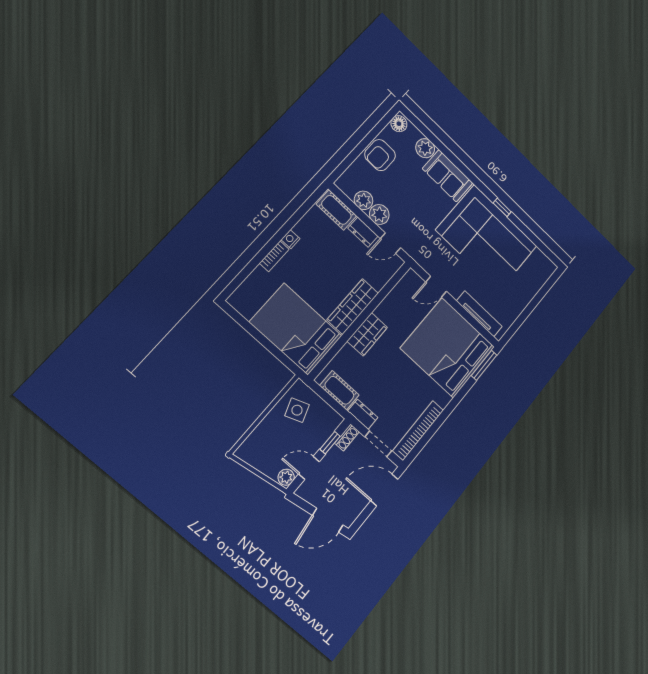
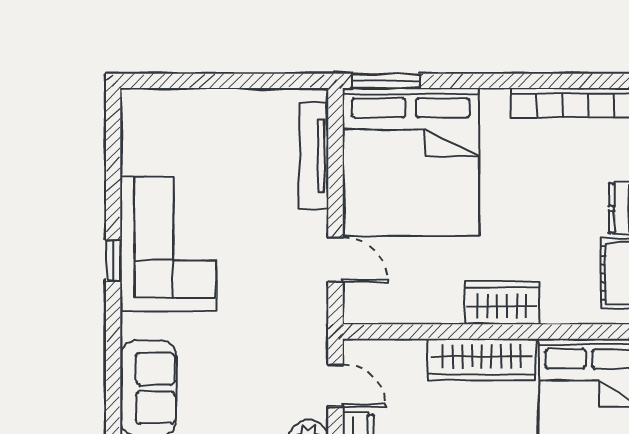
corner sofa: (487, 238) -> (168, 244), width x0.73, depth x0.74

